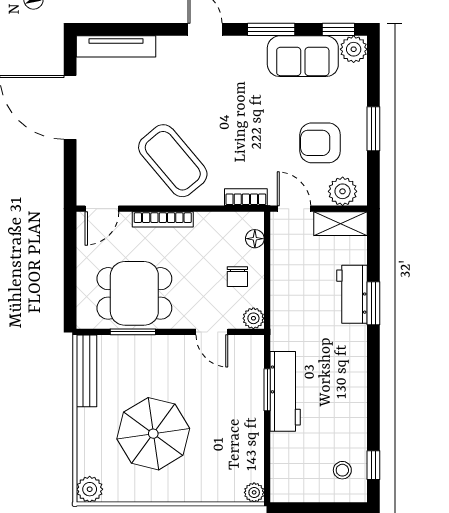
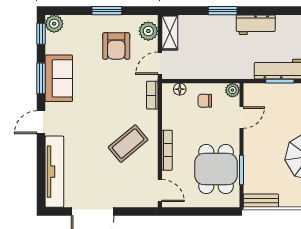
tv unit: (116, 46) -> (54, 172), width x1.36, depth x1.29
sofa: (303, 56) -> (59, 78), moved
coffee table: (173, 161) -> (128, 144), width x0.73, depth x0.76
chair: (237, 277) -> (205, 101), turned 180
workbench: (352, 294) -> (256, 25), moved
bench: (87, 371) -> (261, 201), width x0.73

